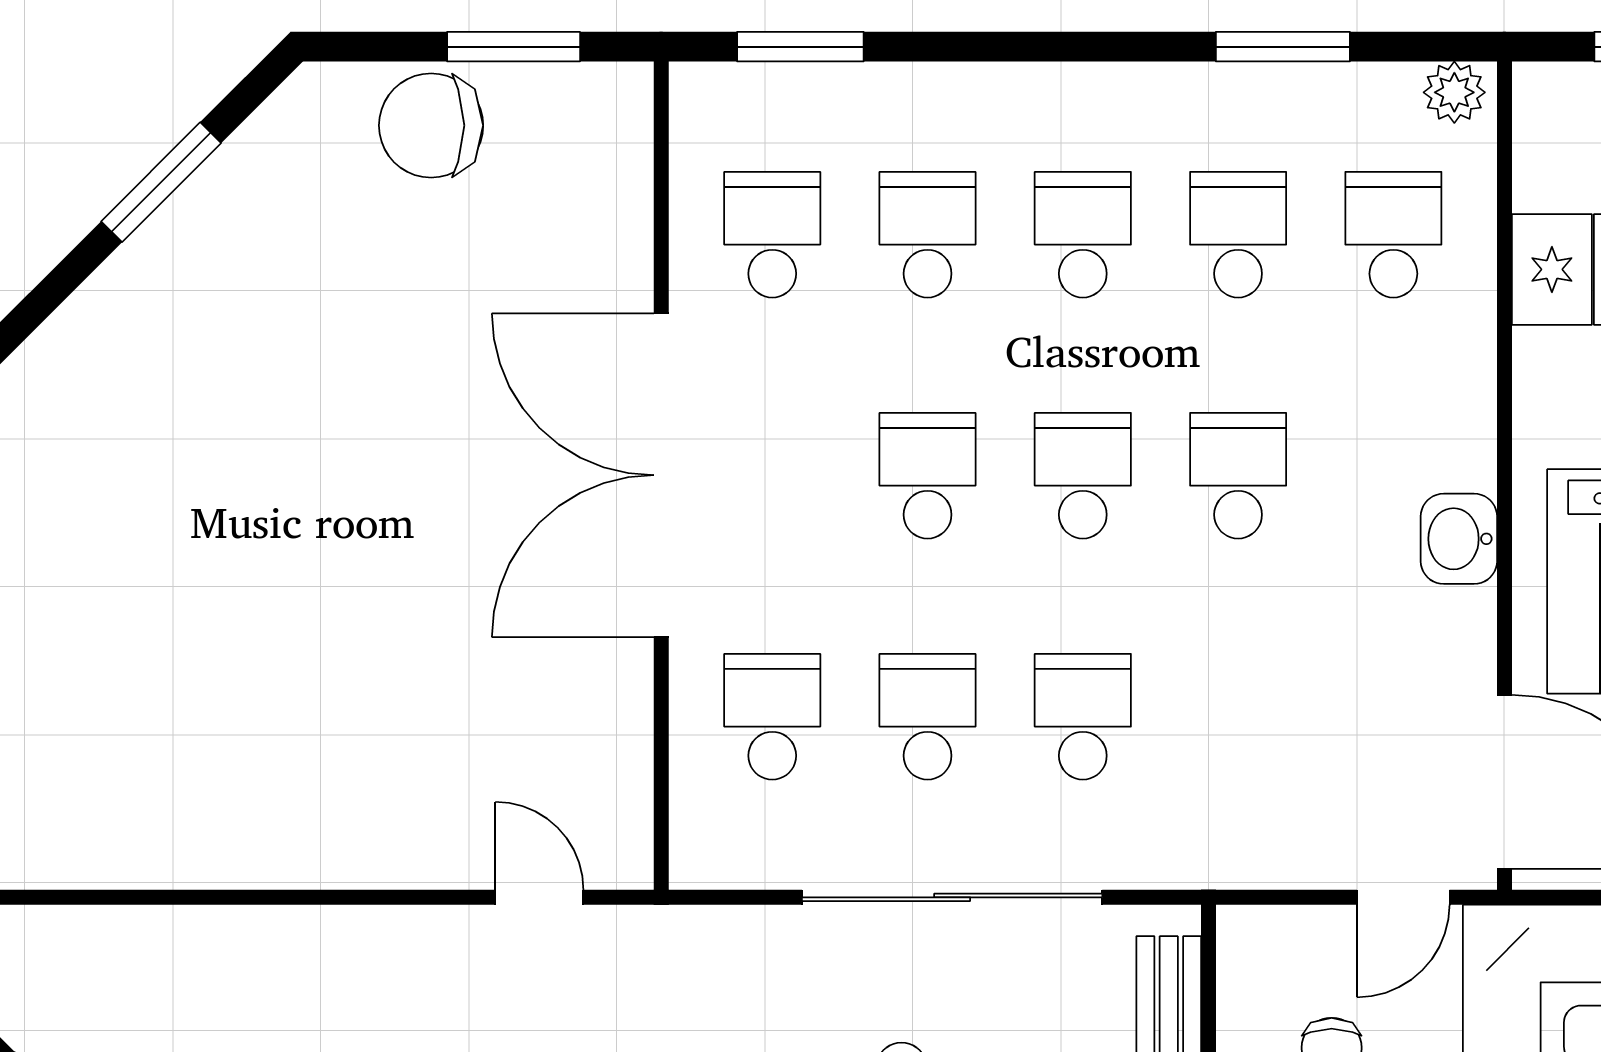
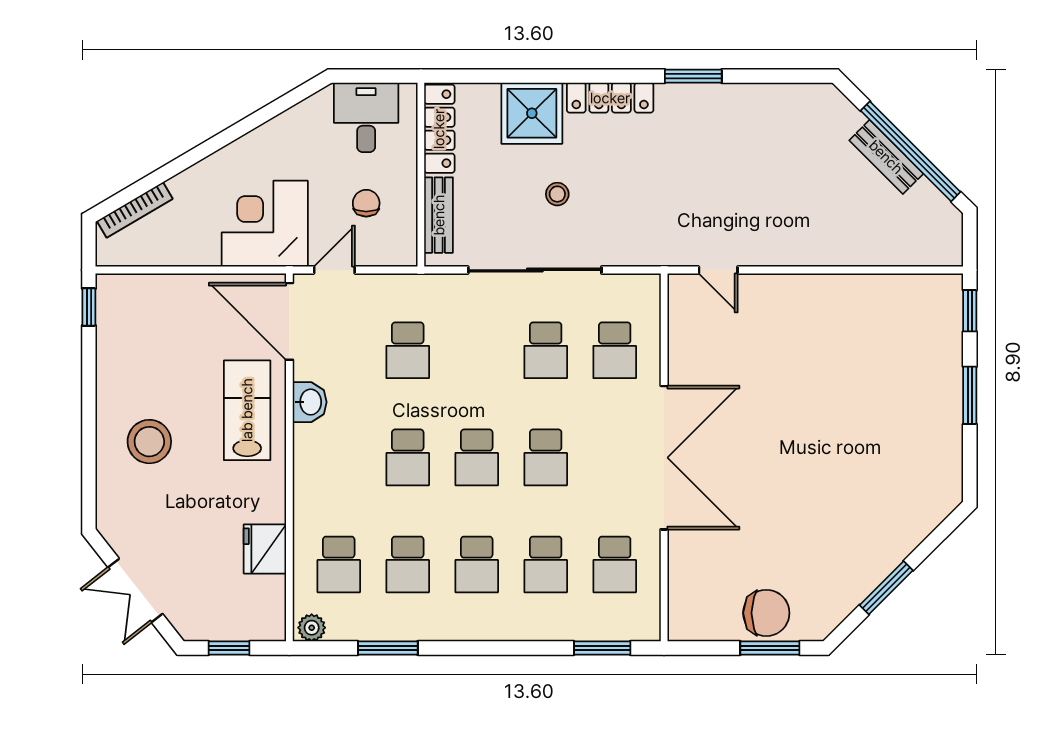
window: (514, 47) -> (770, 648), moved
washbasin: (1459, 539) -> (310, 402), moved
school desk: (1083, 717) -> (408, 350), moved

